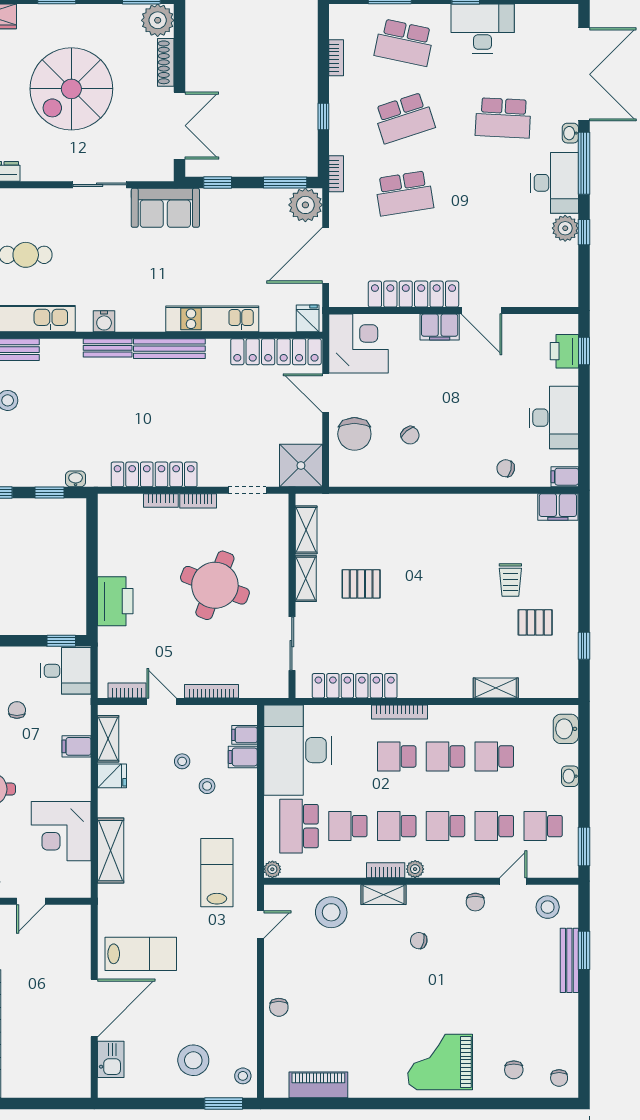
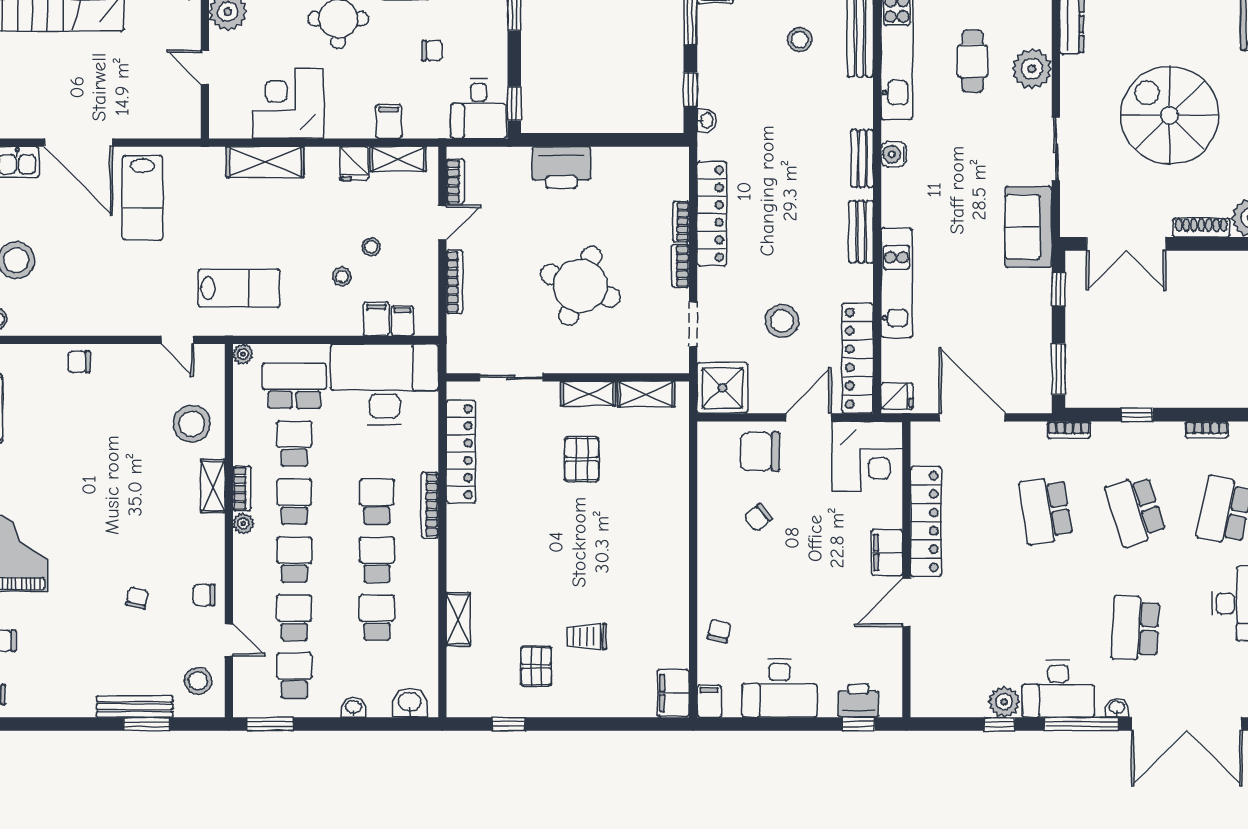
plant: (305, 205) -> (1032, 69), moved
bench: (169, 349) -> (861, 232), width x0.73
stool: (244, 415) -> (782, 321), added
chair: (419, 941) -> (137, 598), moved

